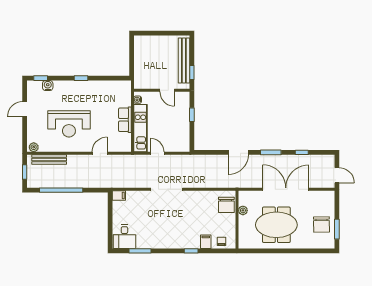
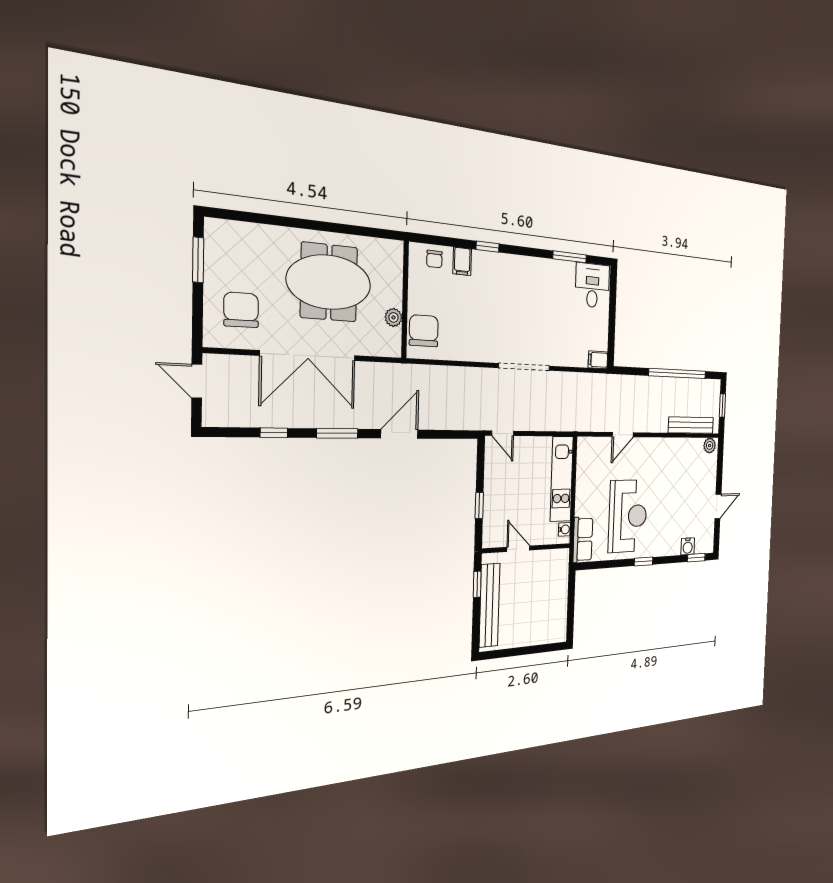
row of seats: (125, 120) -> (583, 539), moved
reception desk: (69, 124) -> (628, 516), moved, turned 90
door: (157, 153) -> (503, 433), moved
chair: (322, 225) -> (241, 310), moved

